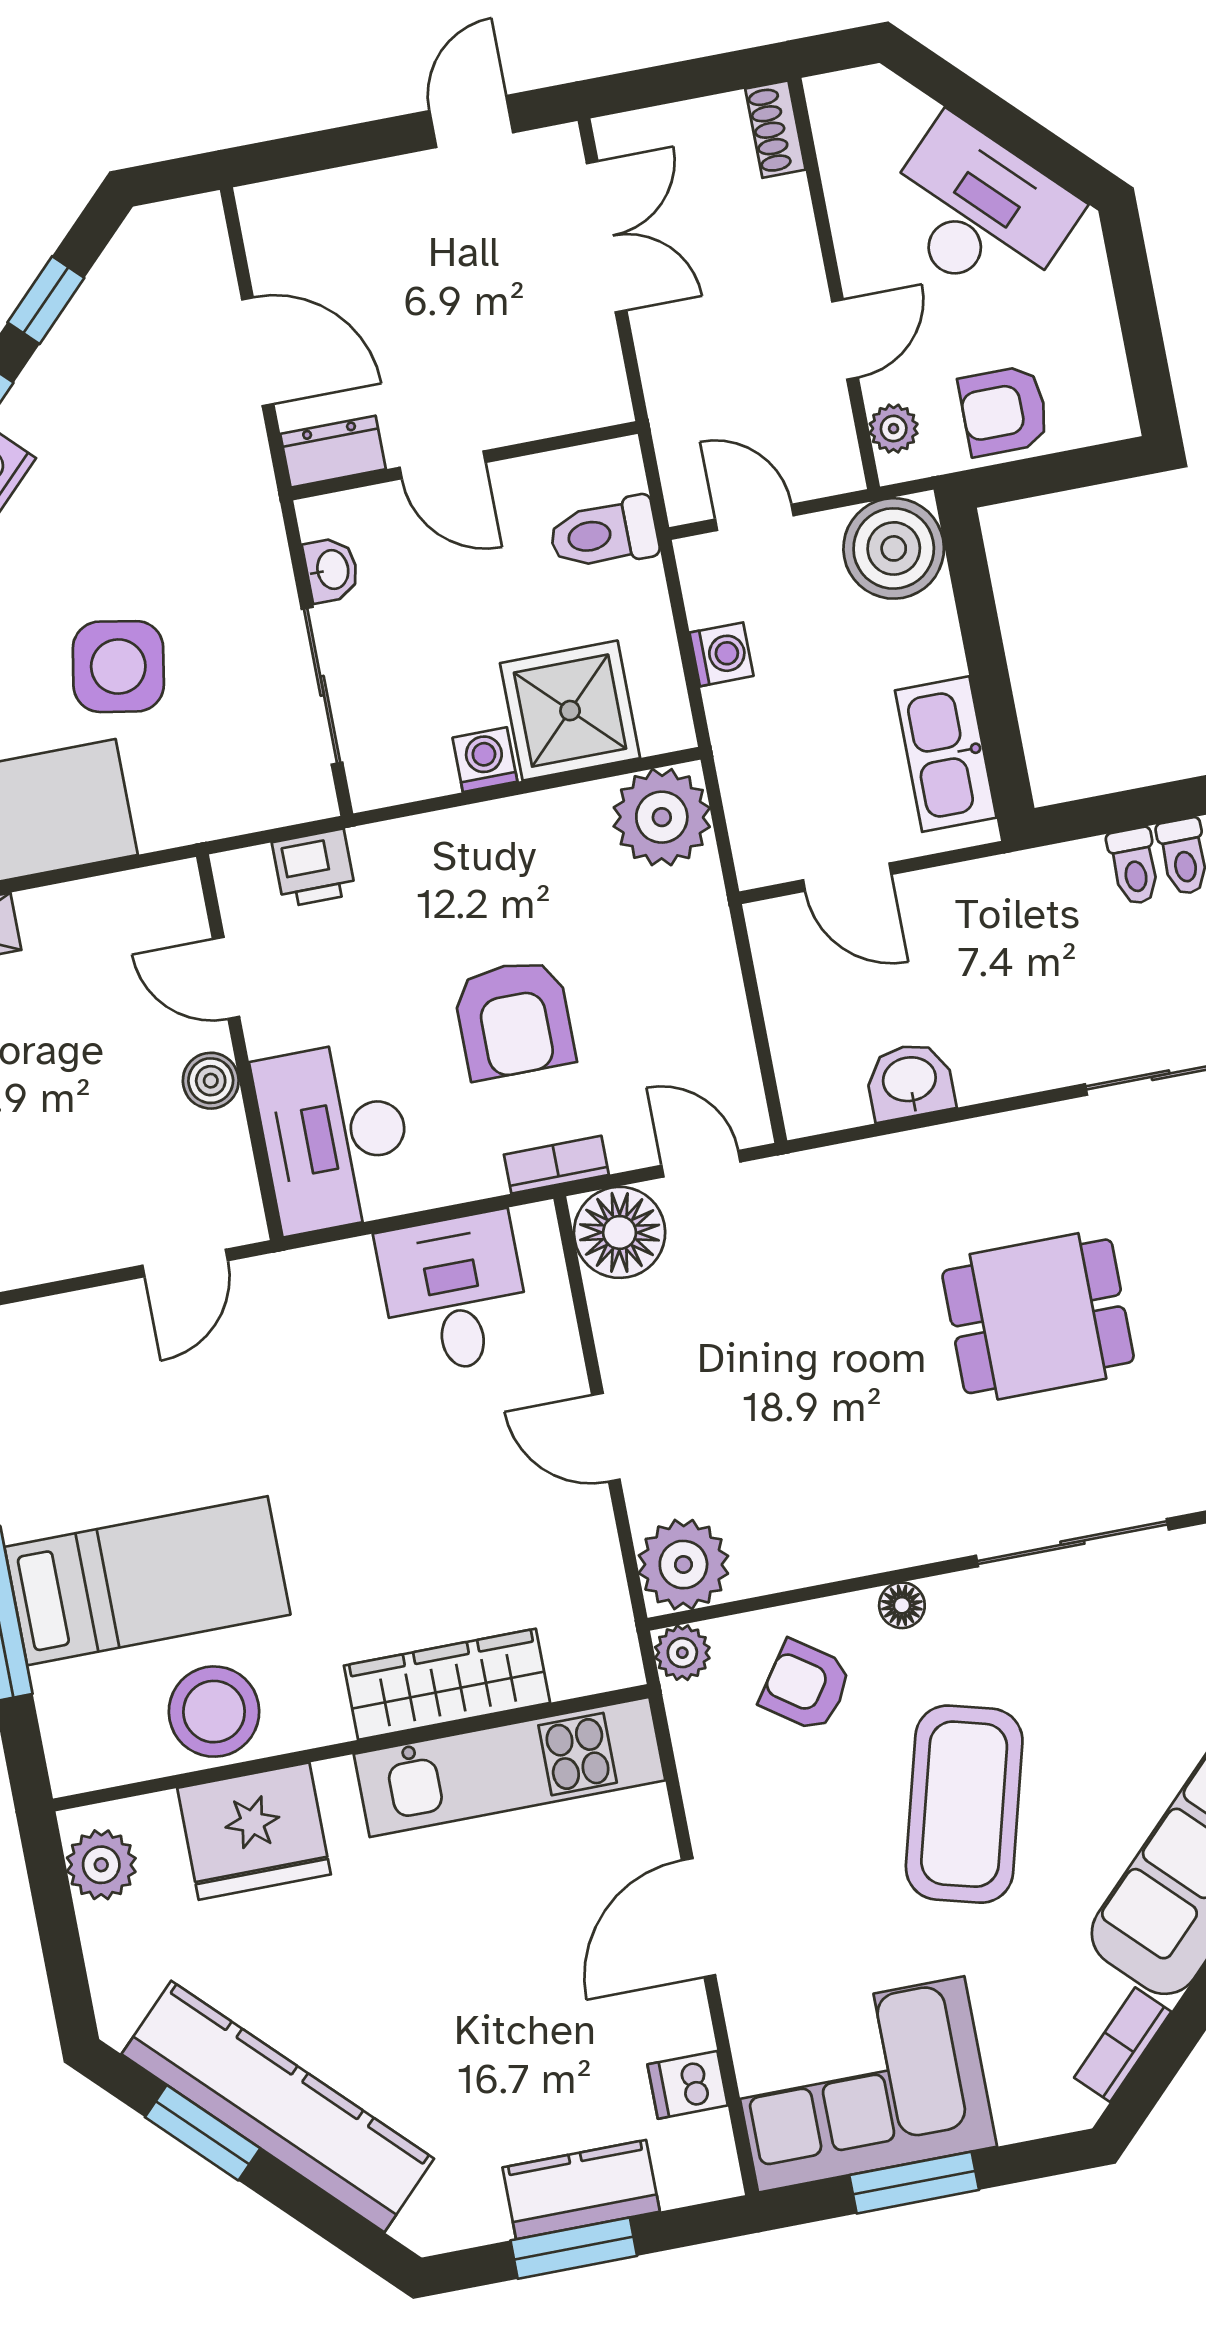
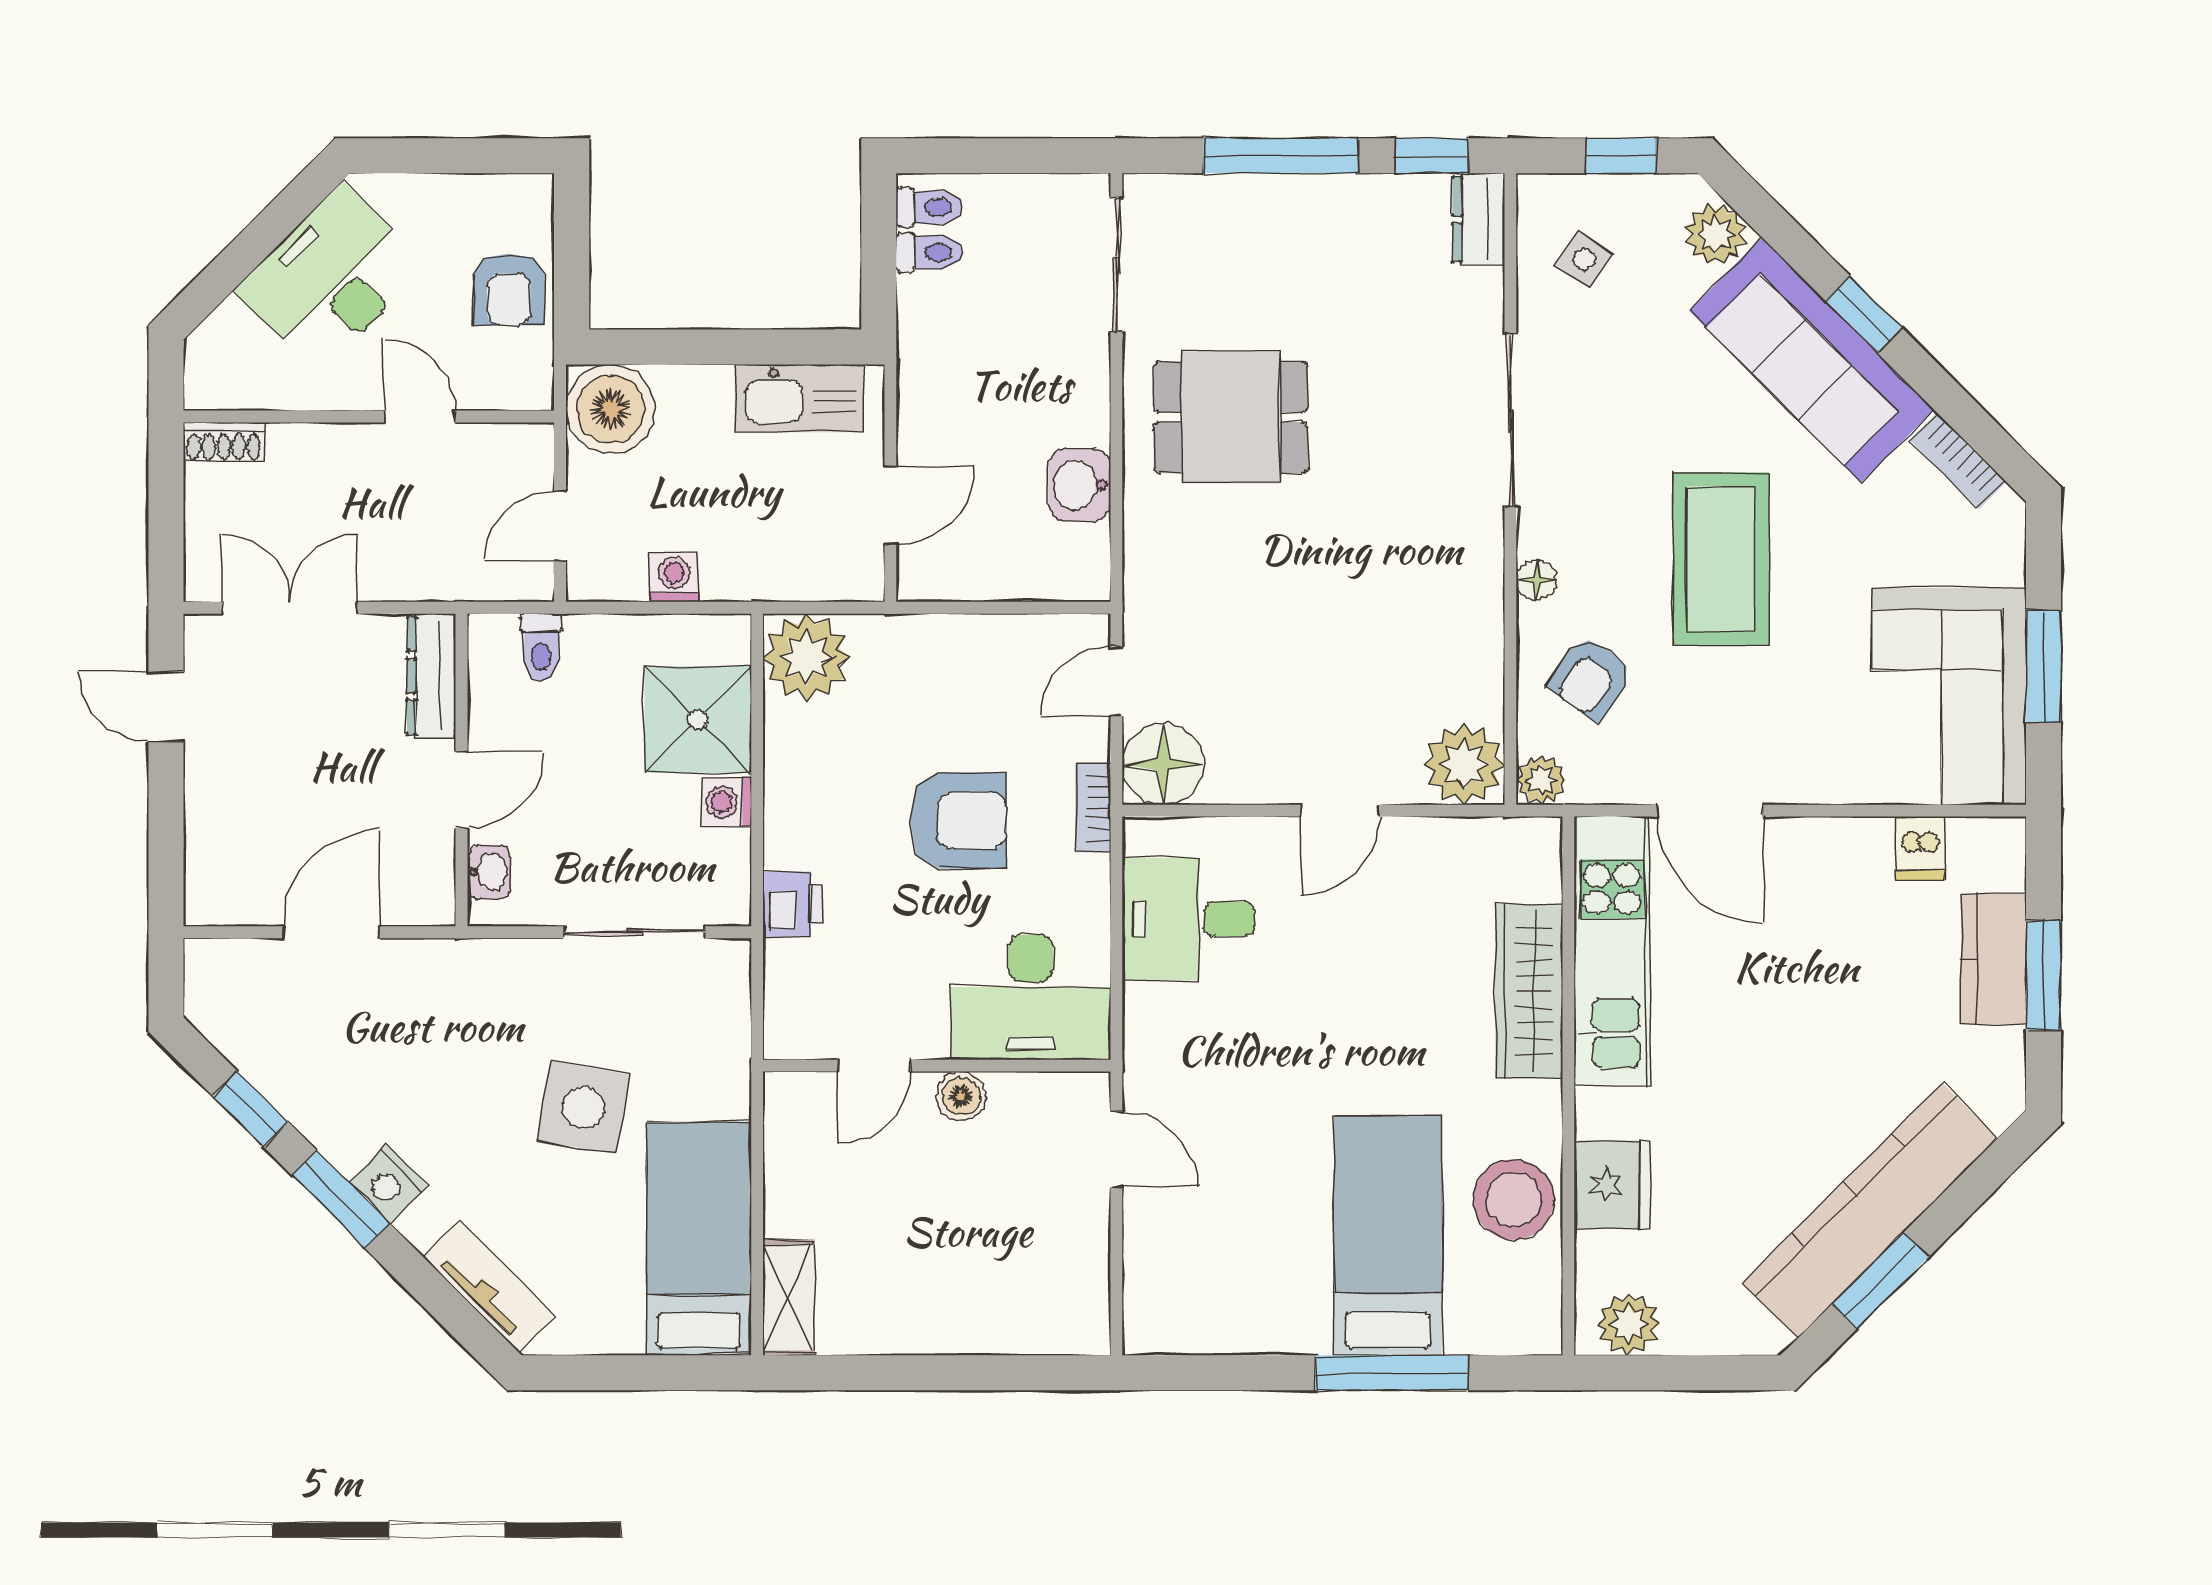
plant: (894, 429) -> (506, 389), removed
dresser: (333, 452) -> (431, 676), moved, width x1.44
toilet: (604, 534) -> (541, 647), width x0.73, depth x0.72
washbasin: (331, 570) -> (489, 872), moved, turned 90
printer: (314, 868) -> (793, 904), moved
dining table: (1038, 1316) -> (1231, 417), moved, turned 90
coffee table: (964, 1804) -> (1721, 559), turned 75
fridge: (254, 1831) -> (1612, 1185), width x0.73, depth x0.75
door: (698, 1918) -> (1710, 811), moved

